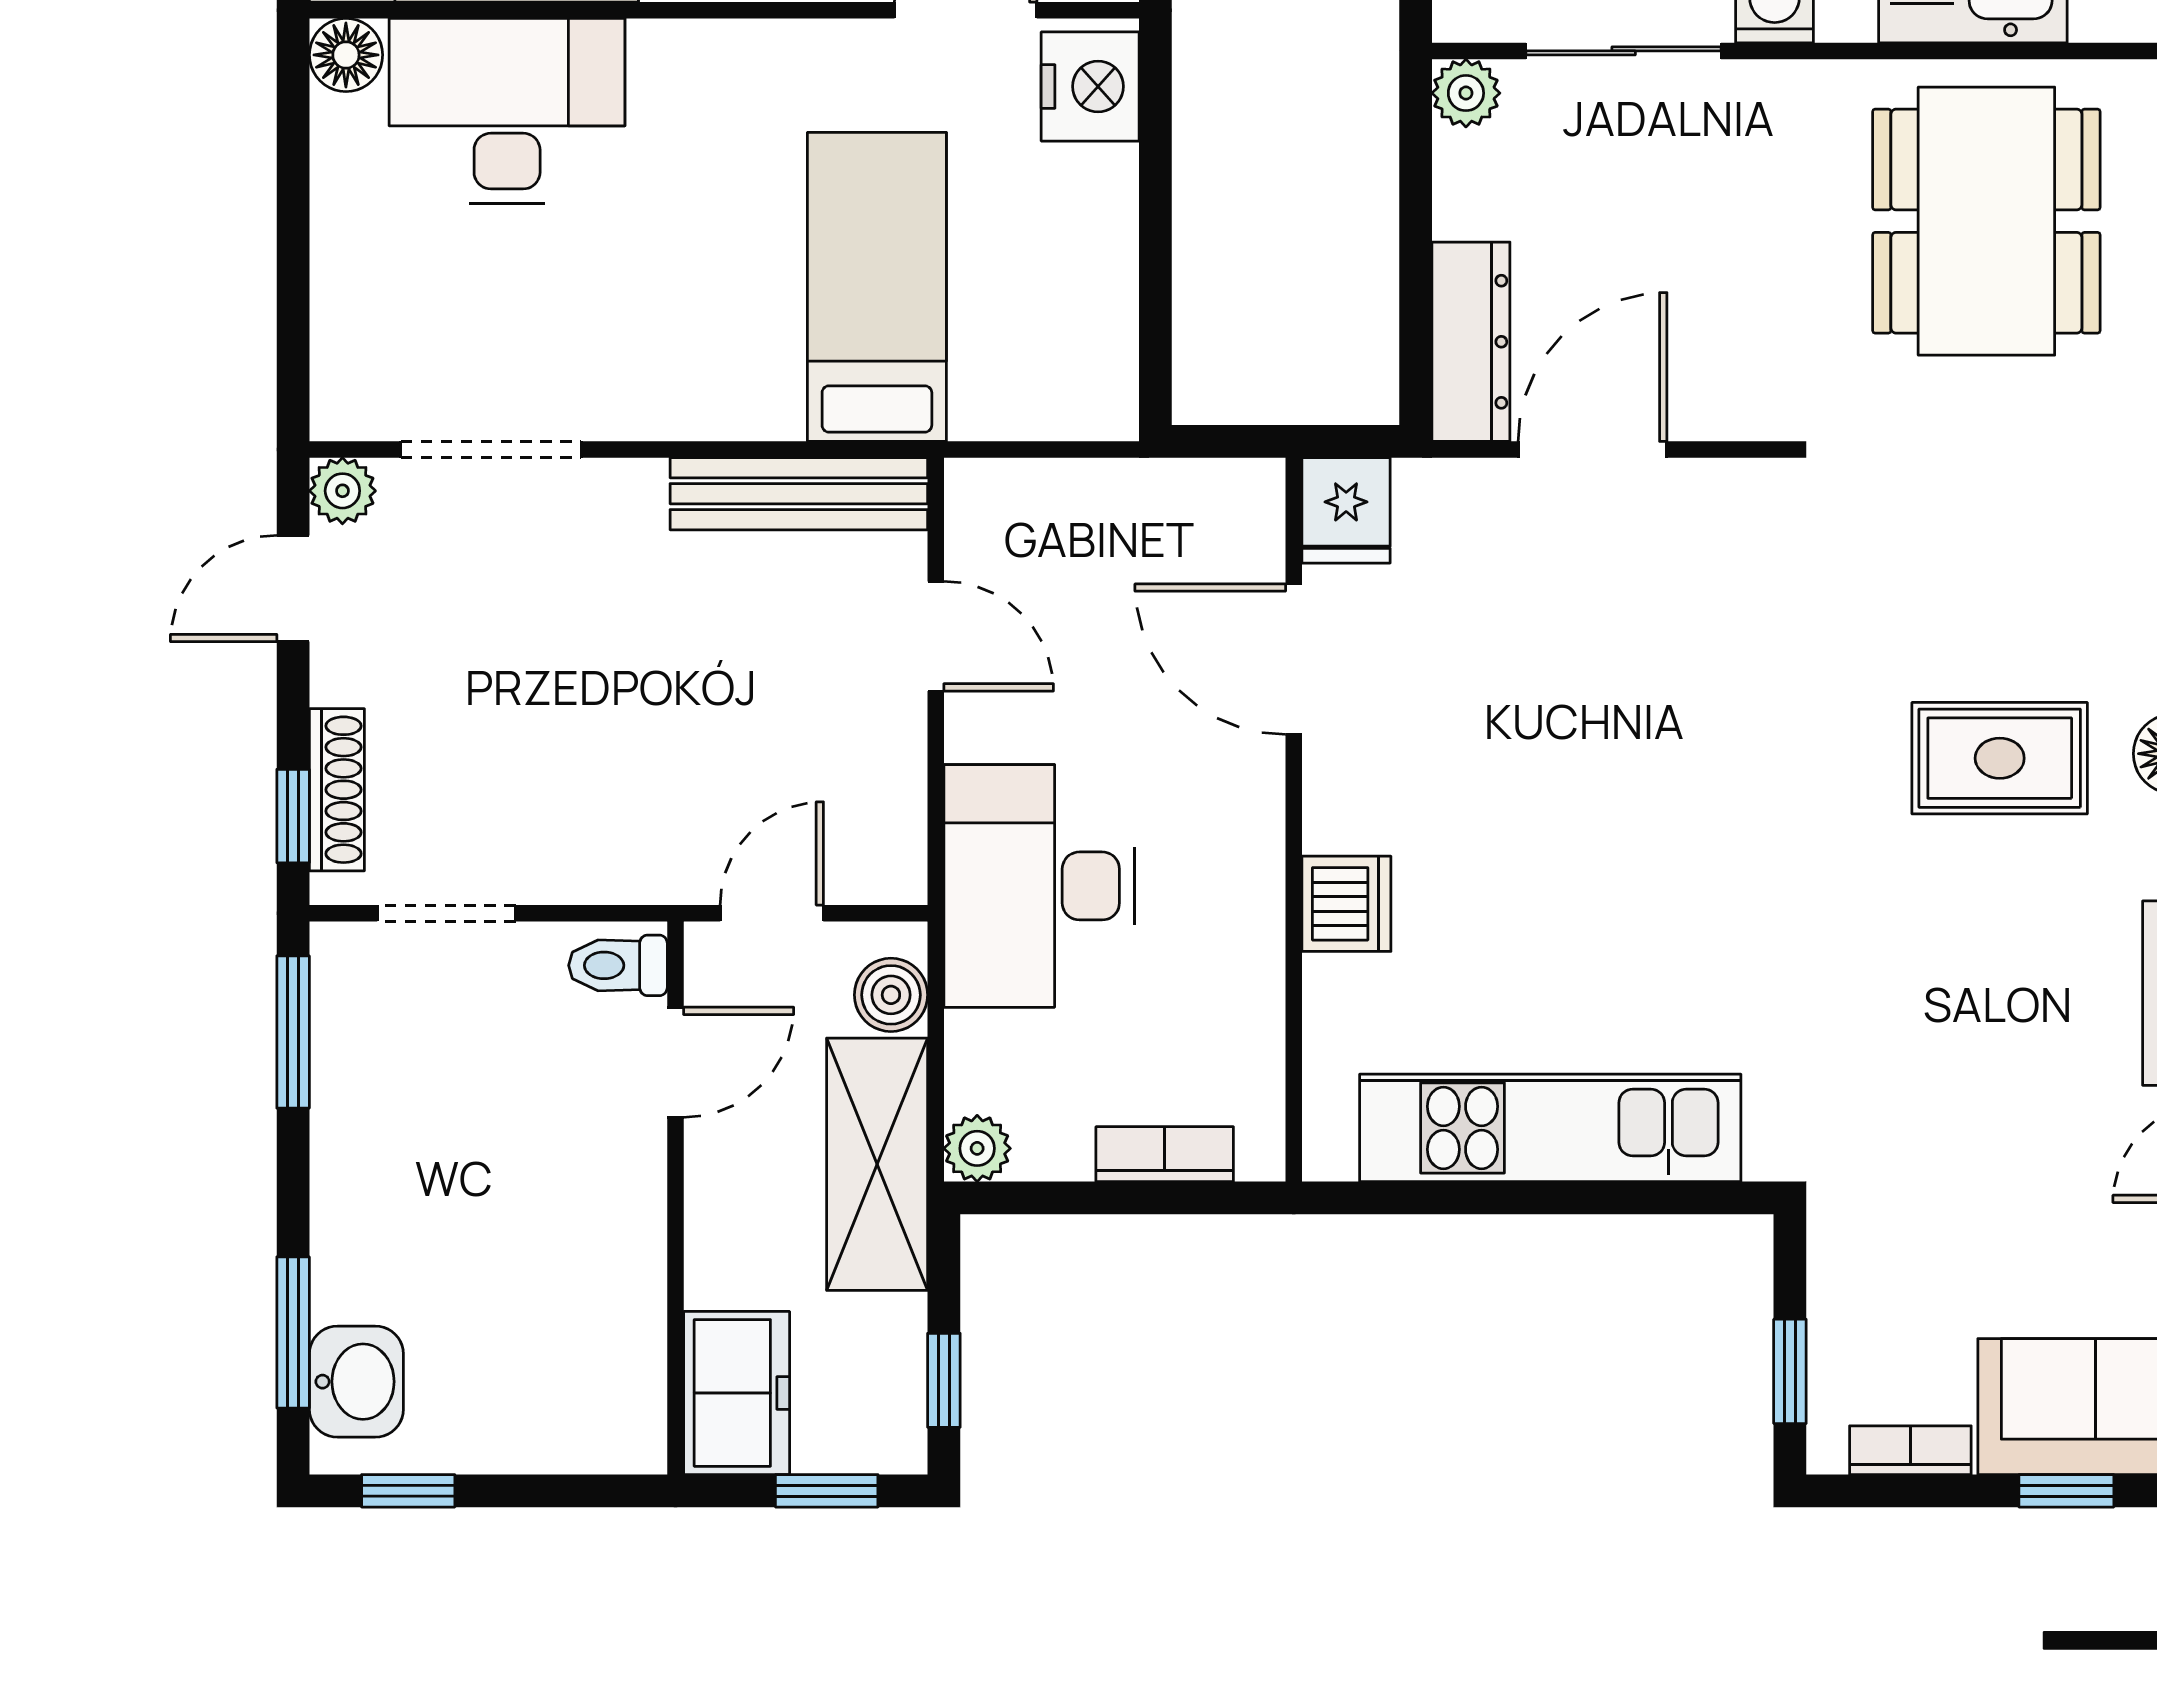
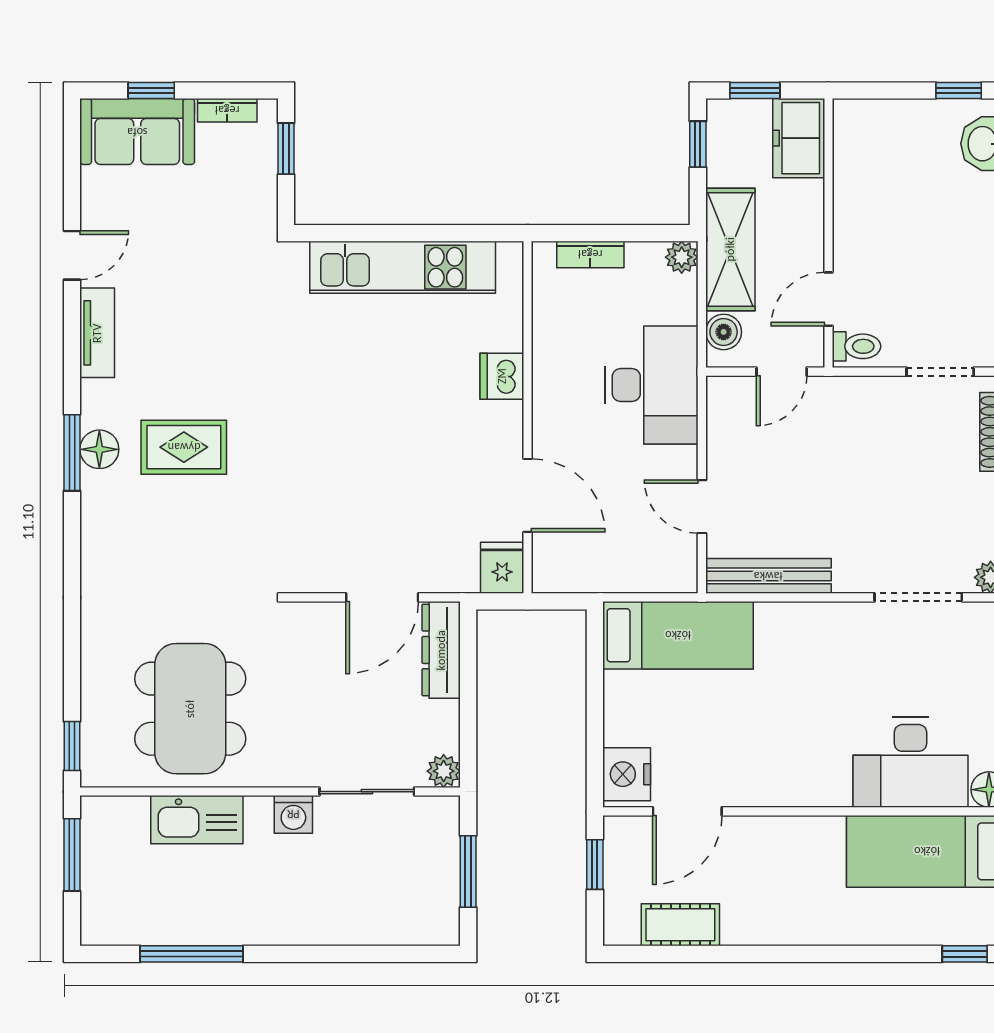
bed: (877, 287) -> (678, 635), moved, turned -90

